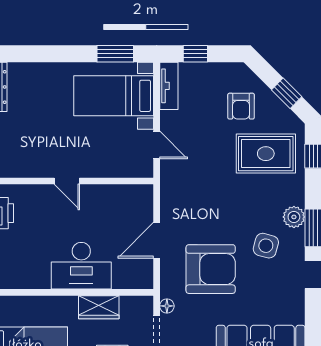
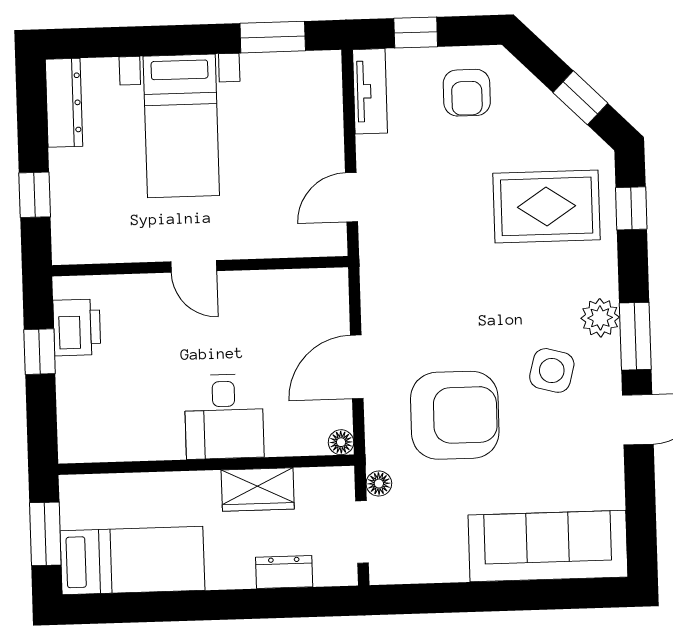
bed with nightstands: (114, 96) -> (181, 126), moved, turned -90
armchair: (241, 106) -> (467, 93), moved
door: (157, 145) -> (352, 197), swing flipped
desk: (81, 266) -> (224, 417), width x0.73
floor lamp: (146, 282) -> (341, 442), added

